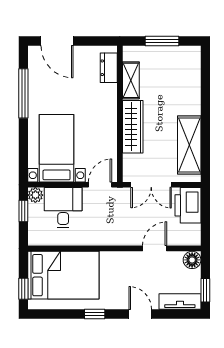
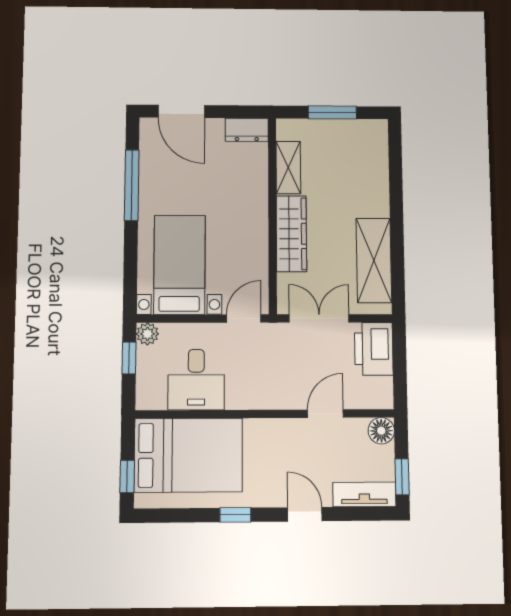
dresser: (109, 68) -> (247, 130), moved, turned -90
double door: (151, 185) -> (319, 318), swing flipped
desk: (63, 208) -> (196, 380), moved, turned 180

